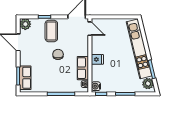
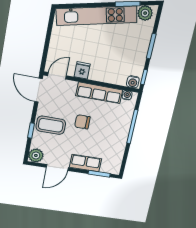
fridge: (97, 59) -> (82, 70), moved
row of seats: (83, 68) -> (99, 93), width x1.48
row of seats: (25, 78) -> (86, 163), moved

